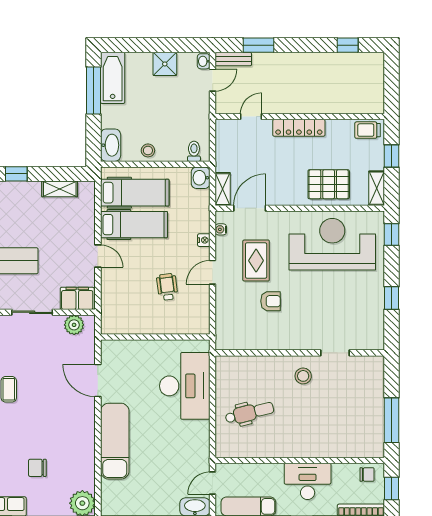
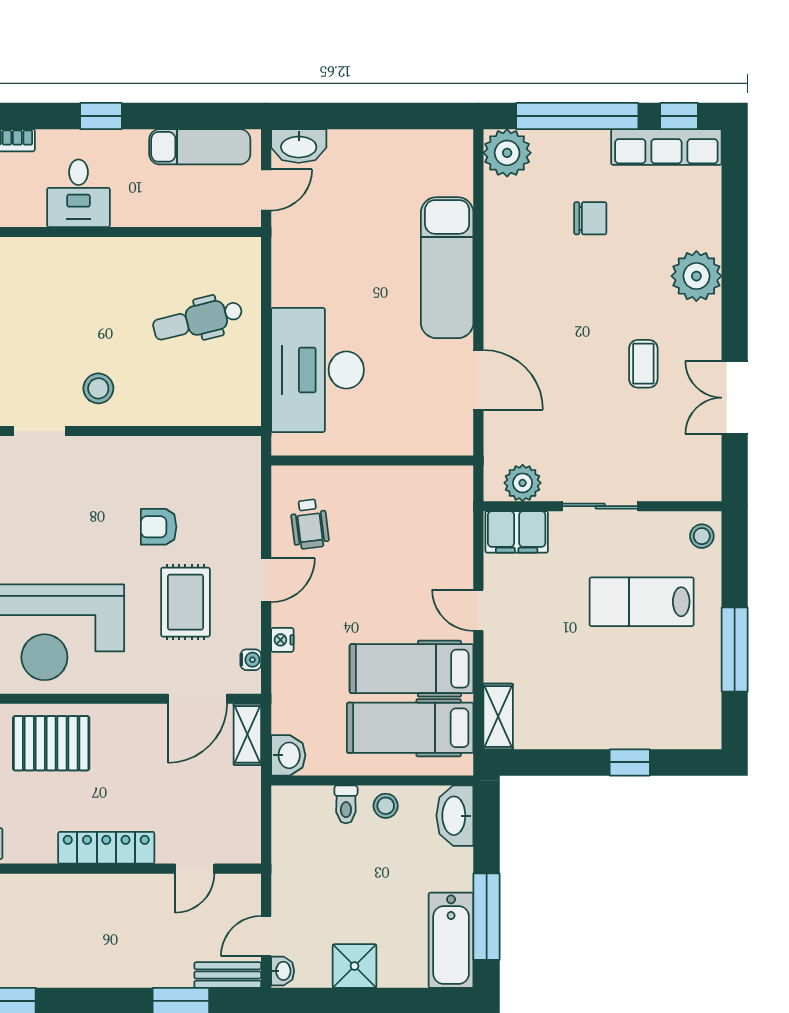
toilet: (194, 151) -> (346, 804), moved
shelving: (60, 189) -> (498, 716), moved, turned 90
wheelchair: (167, 287) -> (310, 524), moved
desk: (308, 481) -> (78, 193), width x0.73

